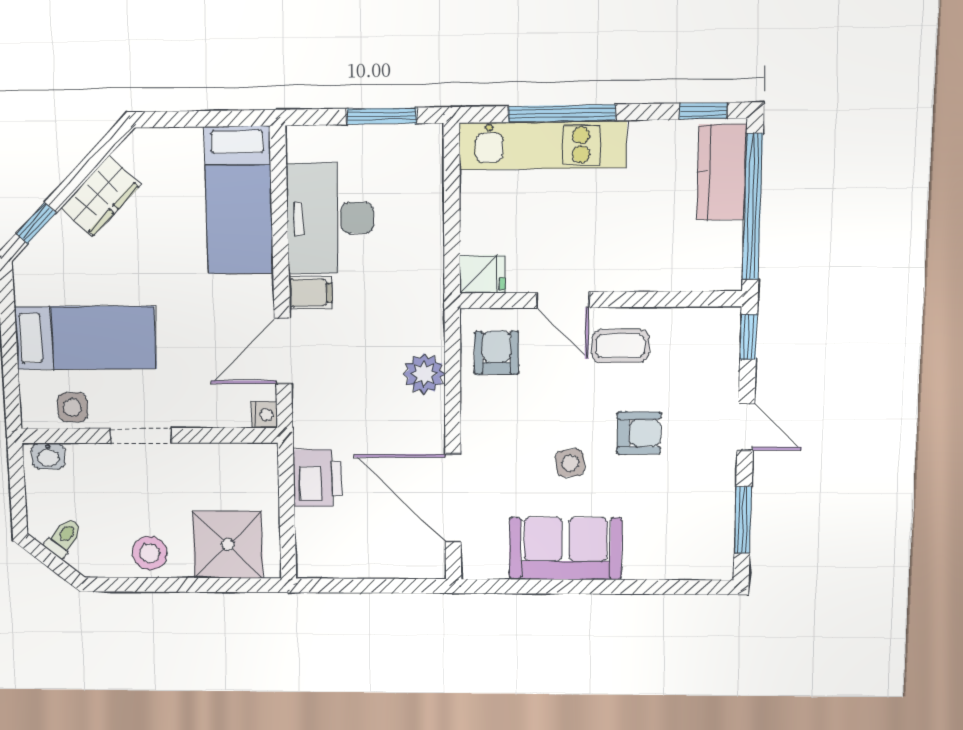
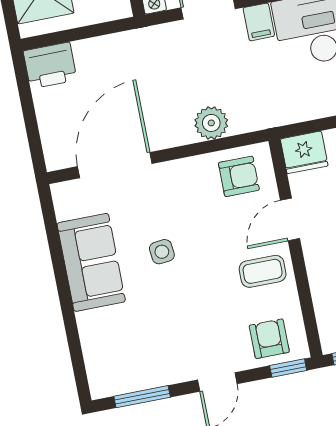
fridge: (483, 274) -> (304, 152), width x1.38
coffee table: (620, 346) -> (263, 271), turned 90
armchair: (639, 433) -> (269, 339), moved, turned 180
printer: (318, 478) -> (50, 65), moved

